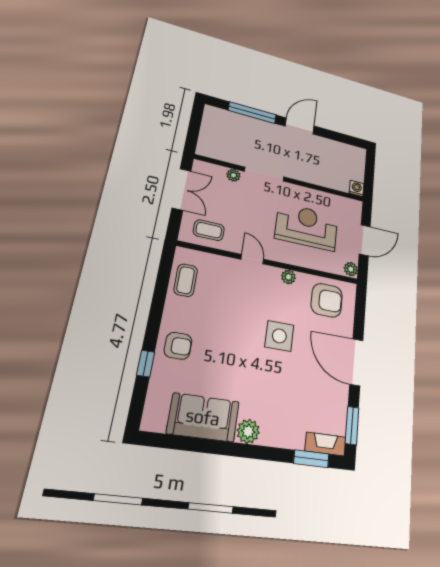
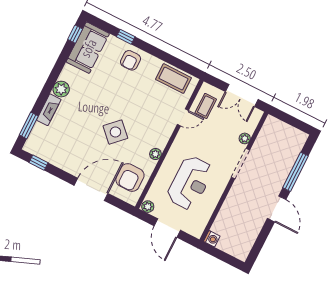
door: (252, 259) -> (183, 117), moved
coffee table: (186, 280) -> (173, 79), width x1.36, depth x1.30
side table: (279, 336) -> (115, 132), turned 45
door: (356, 362) -> (91, 189), moved
sofa: (203, 417) -> (88, 48), moved
window: (352, 426) -> (38, 163), width x0.67
window: (163, 441) -> (75, 34), added
fireplace: (325, 444) -> (49, 110), moved

